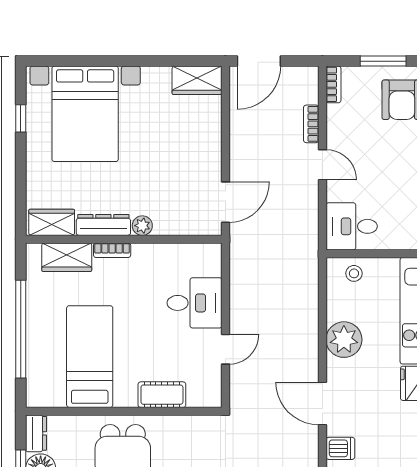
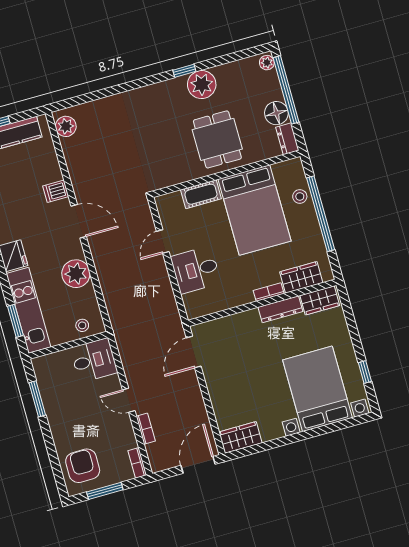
plant: (142, 226) -> (251, 317), removed
bed: (90, 357) -> (255, 210), width x1.50
stool: (41, 358) -> (300, 196), added

